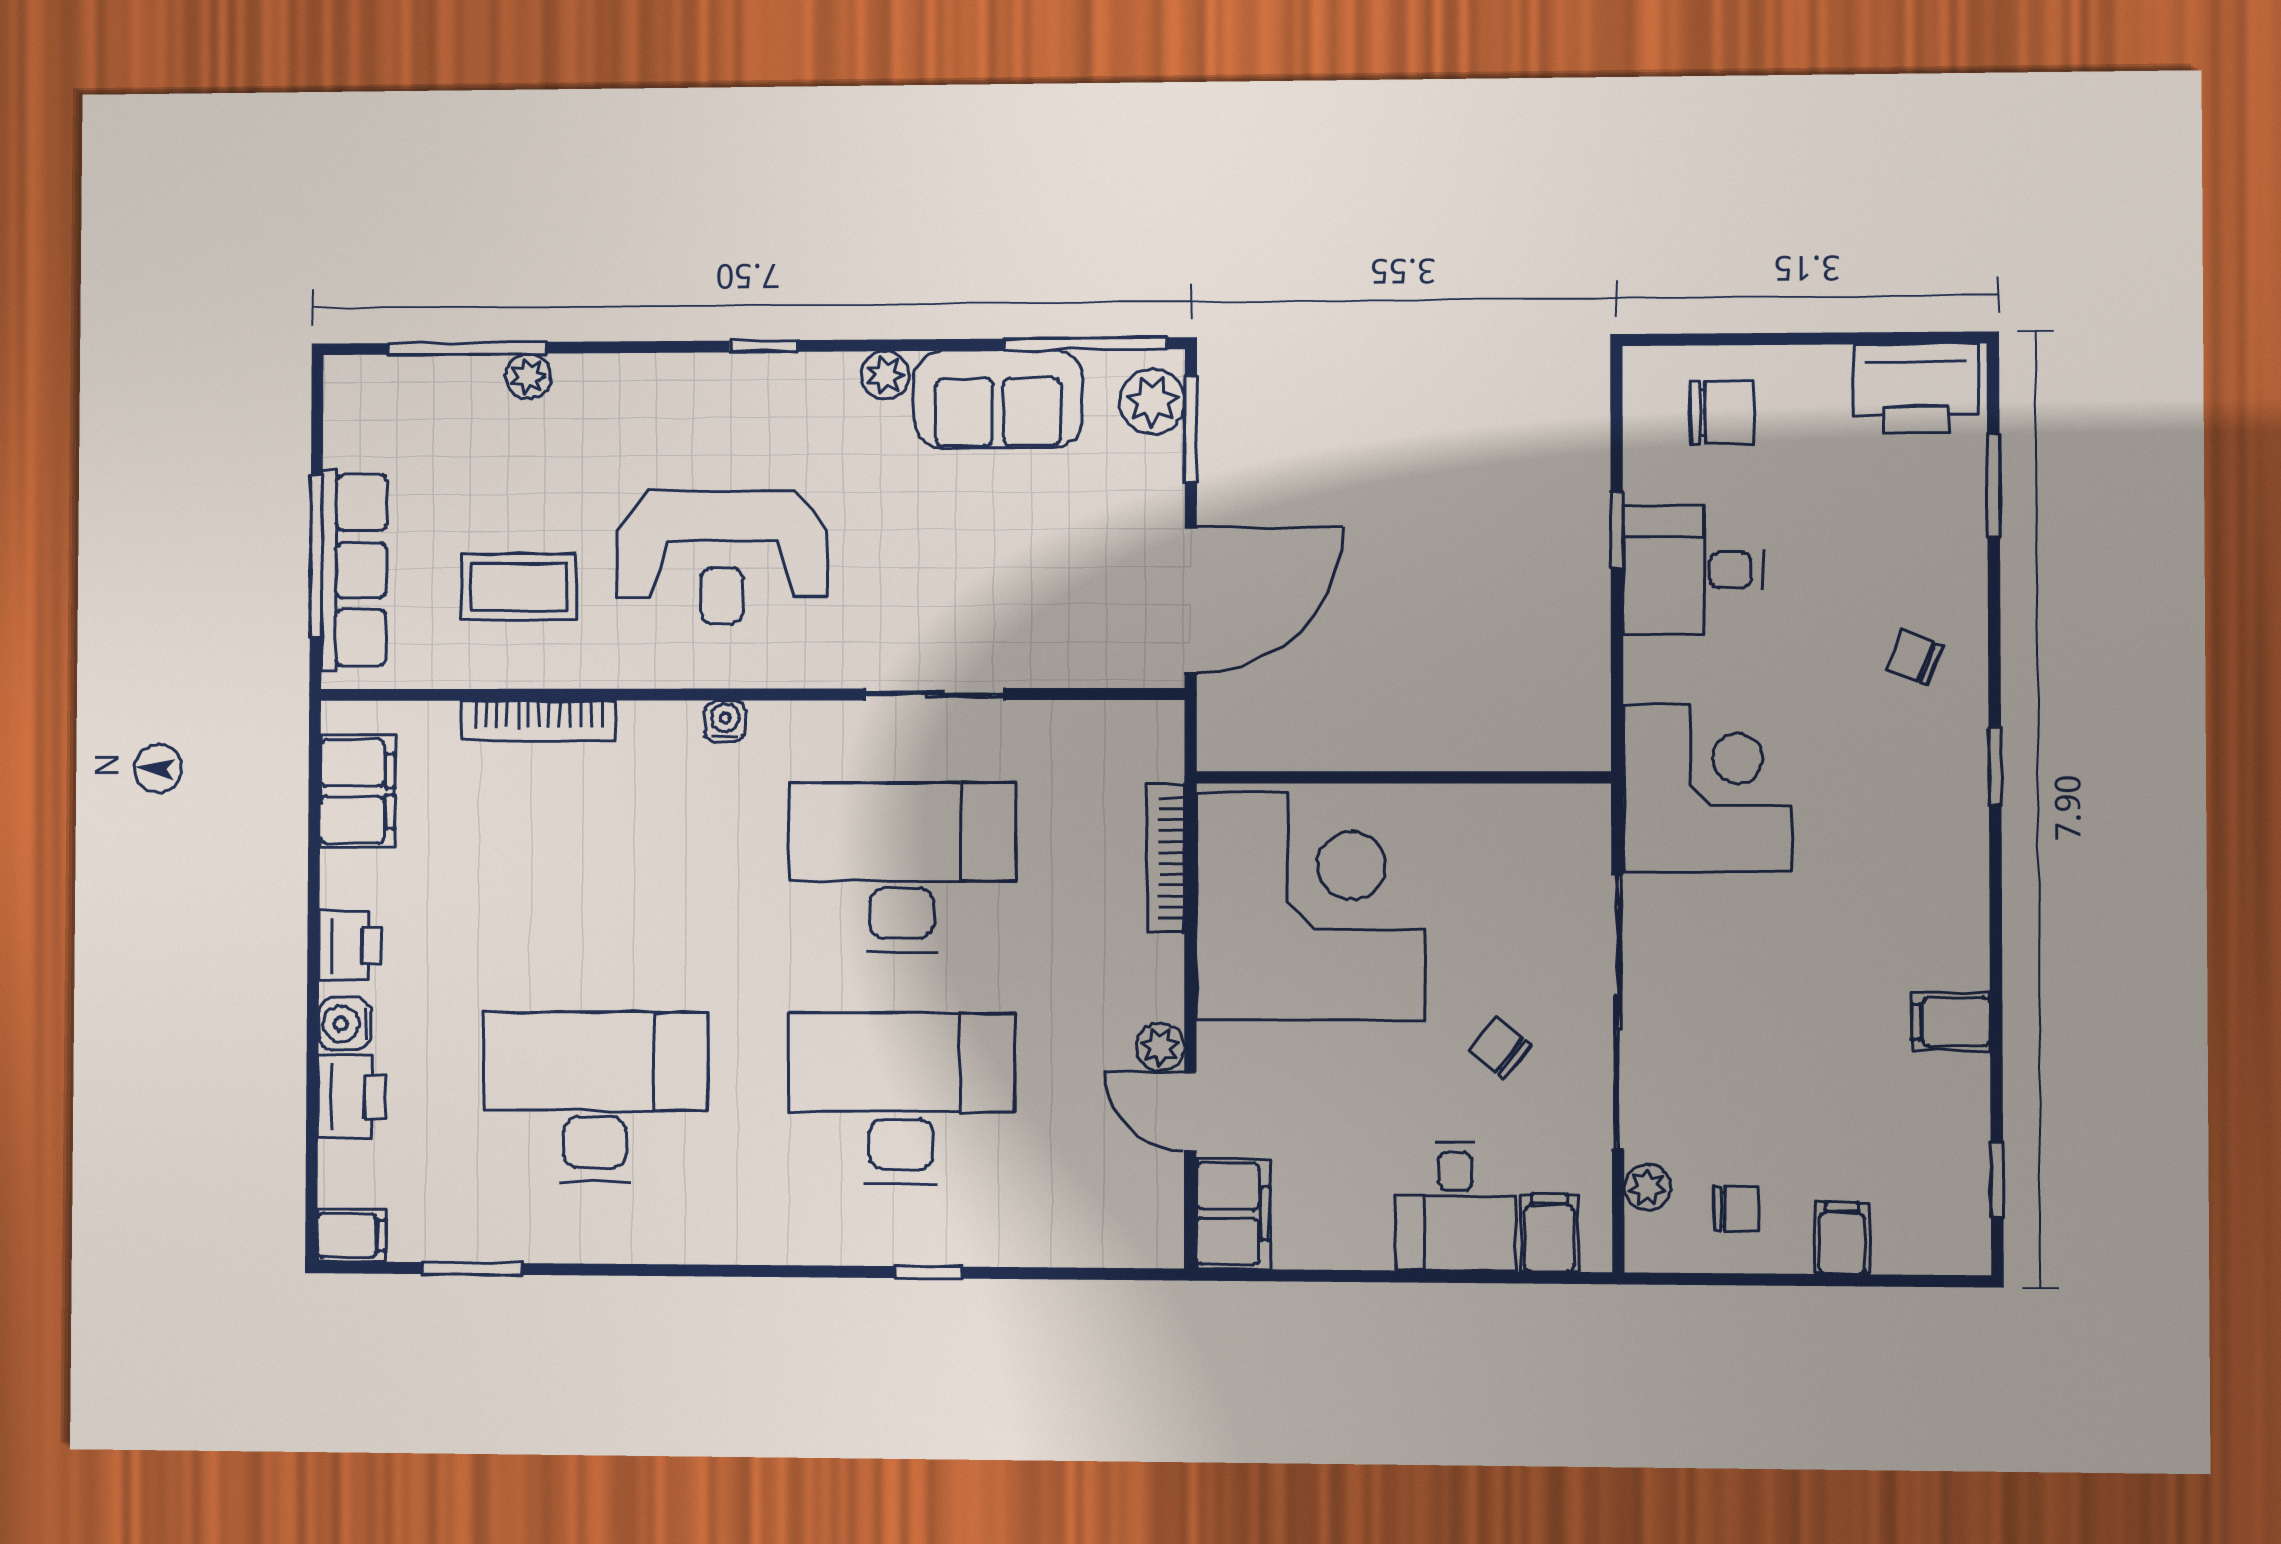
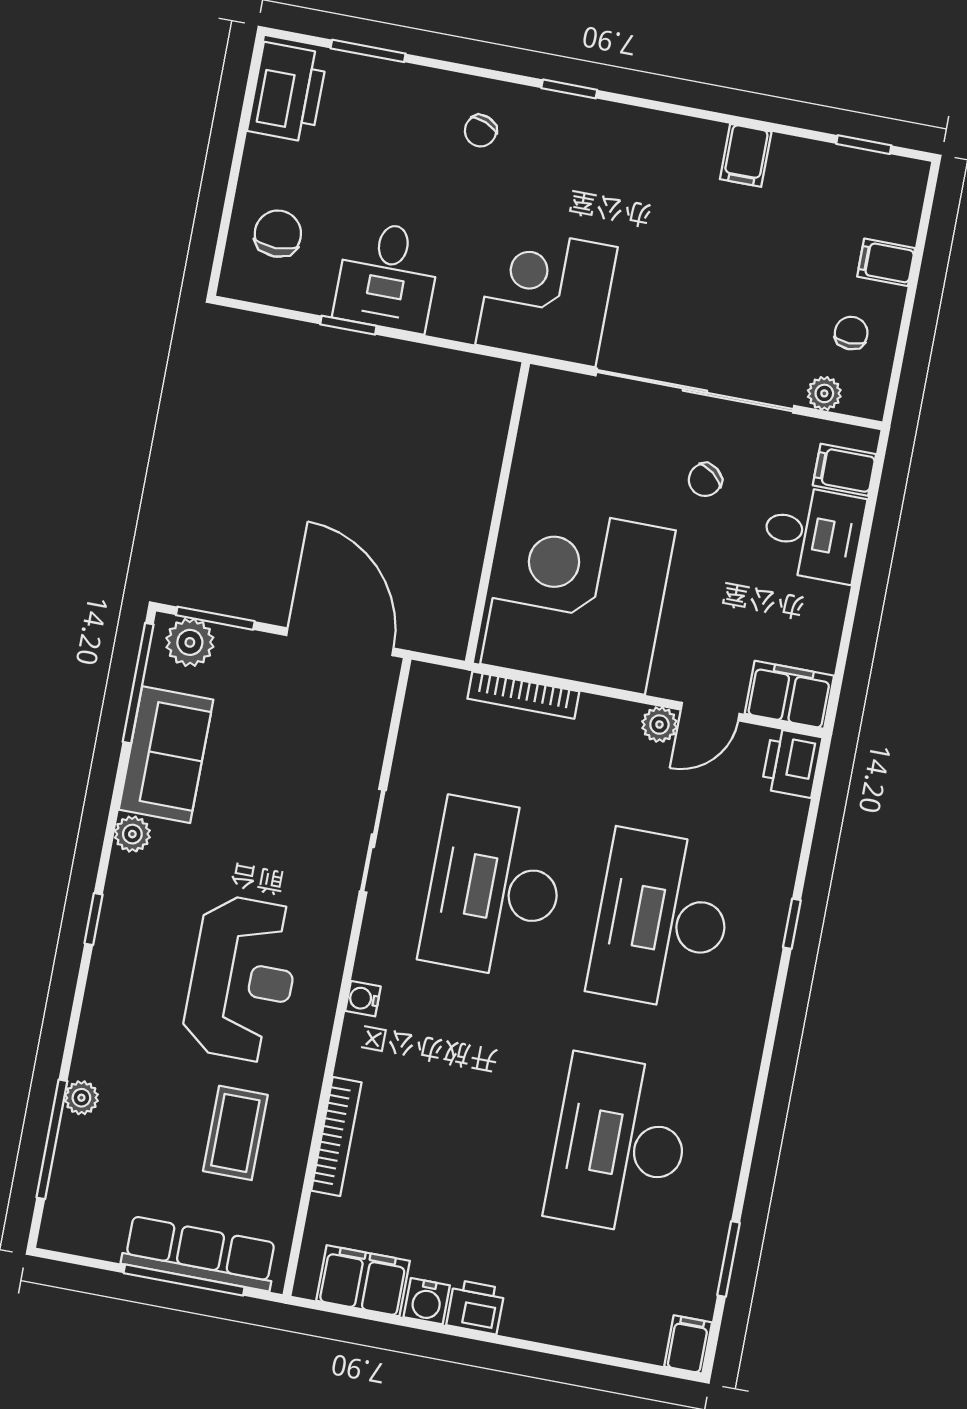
water cooler: (345, 1024) -> (427, 1301), moved
printer: (352, 1097) -> (792, 763), moved, turned -90

